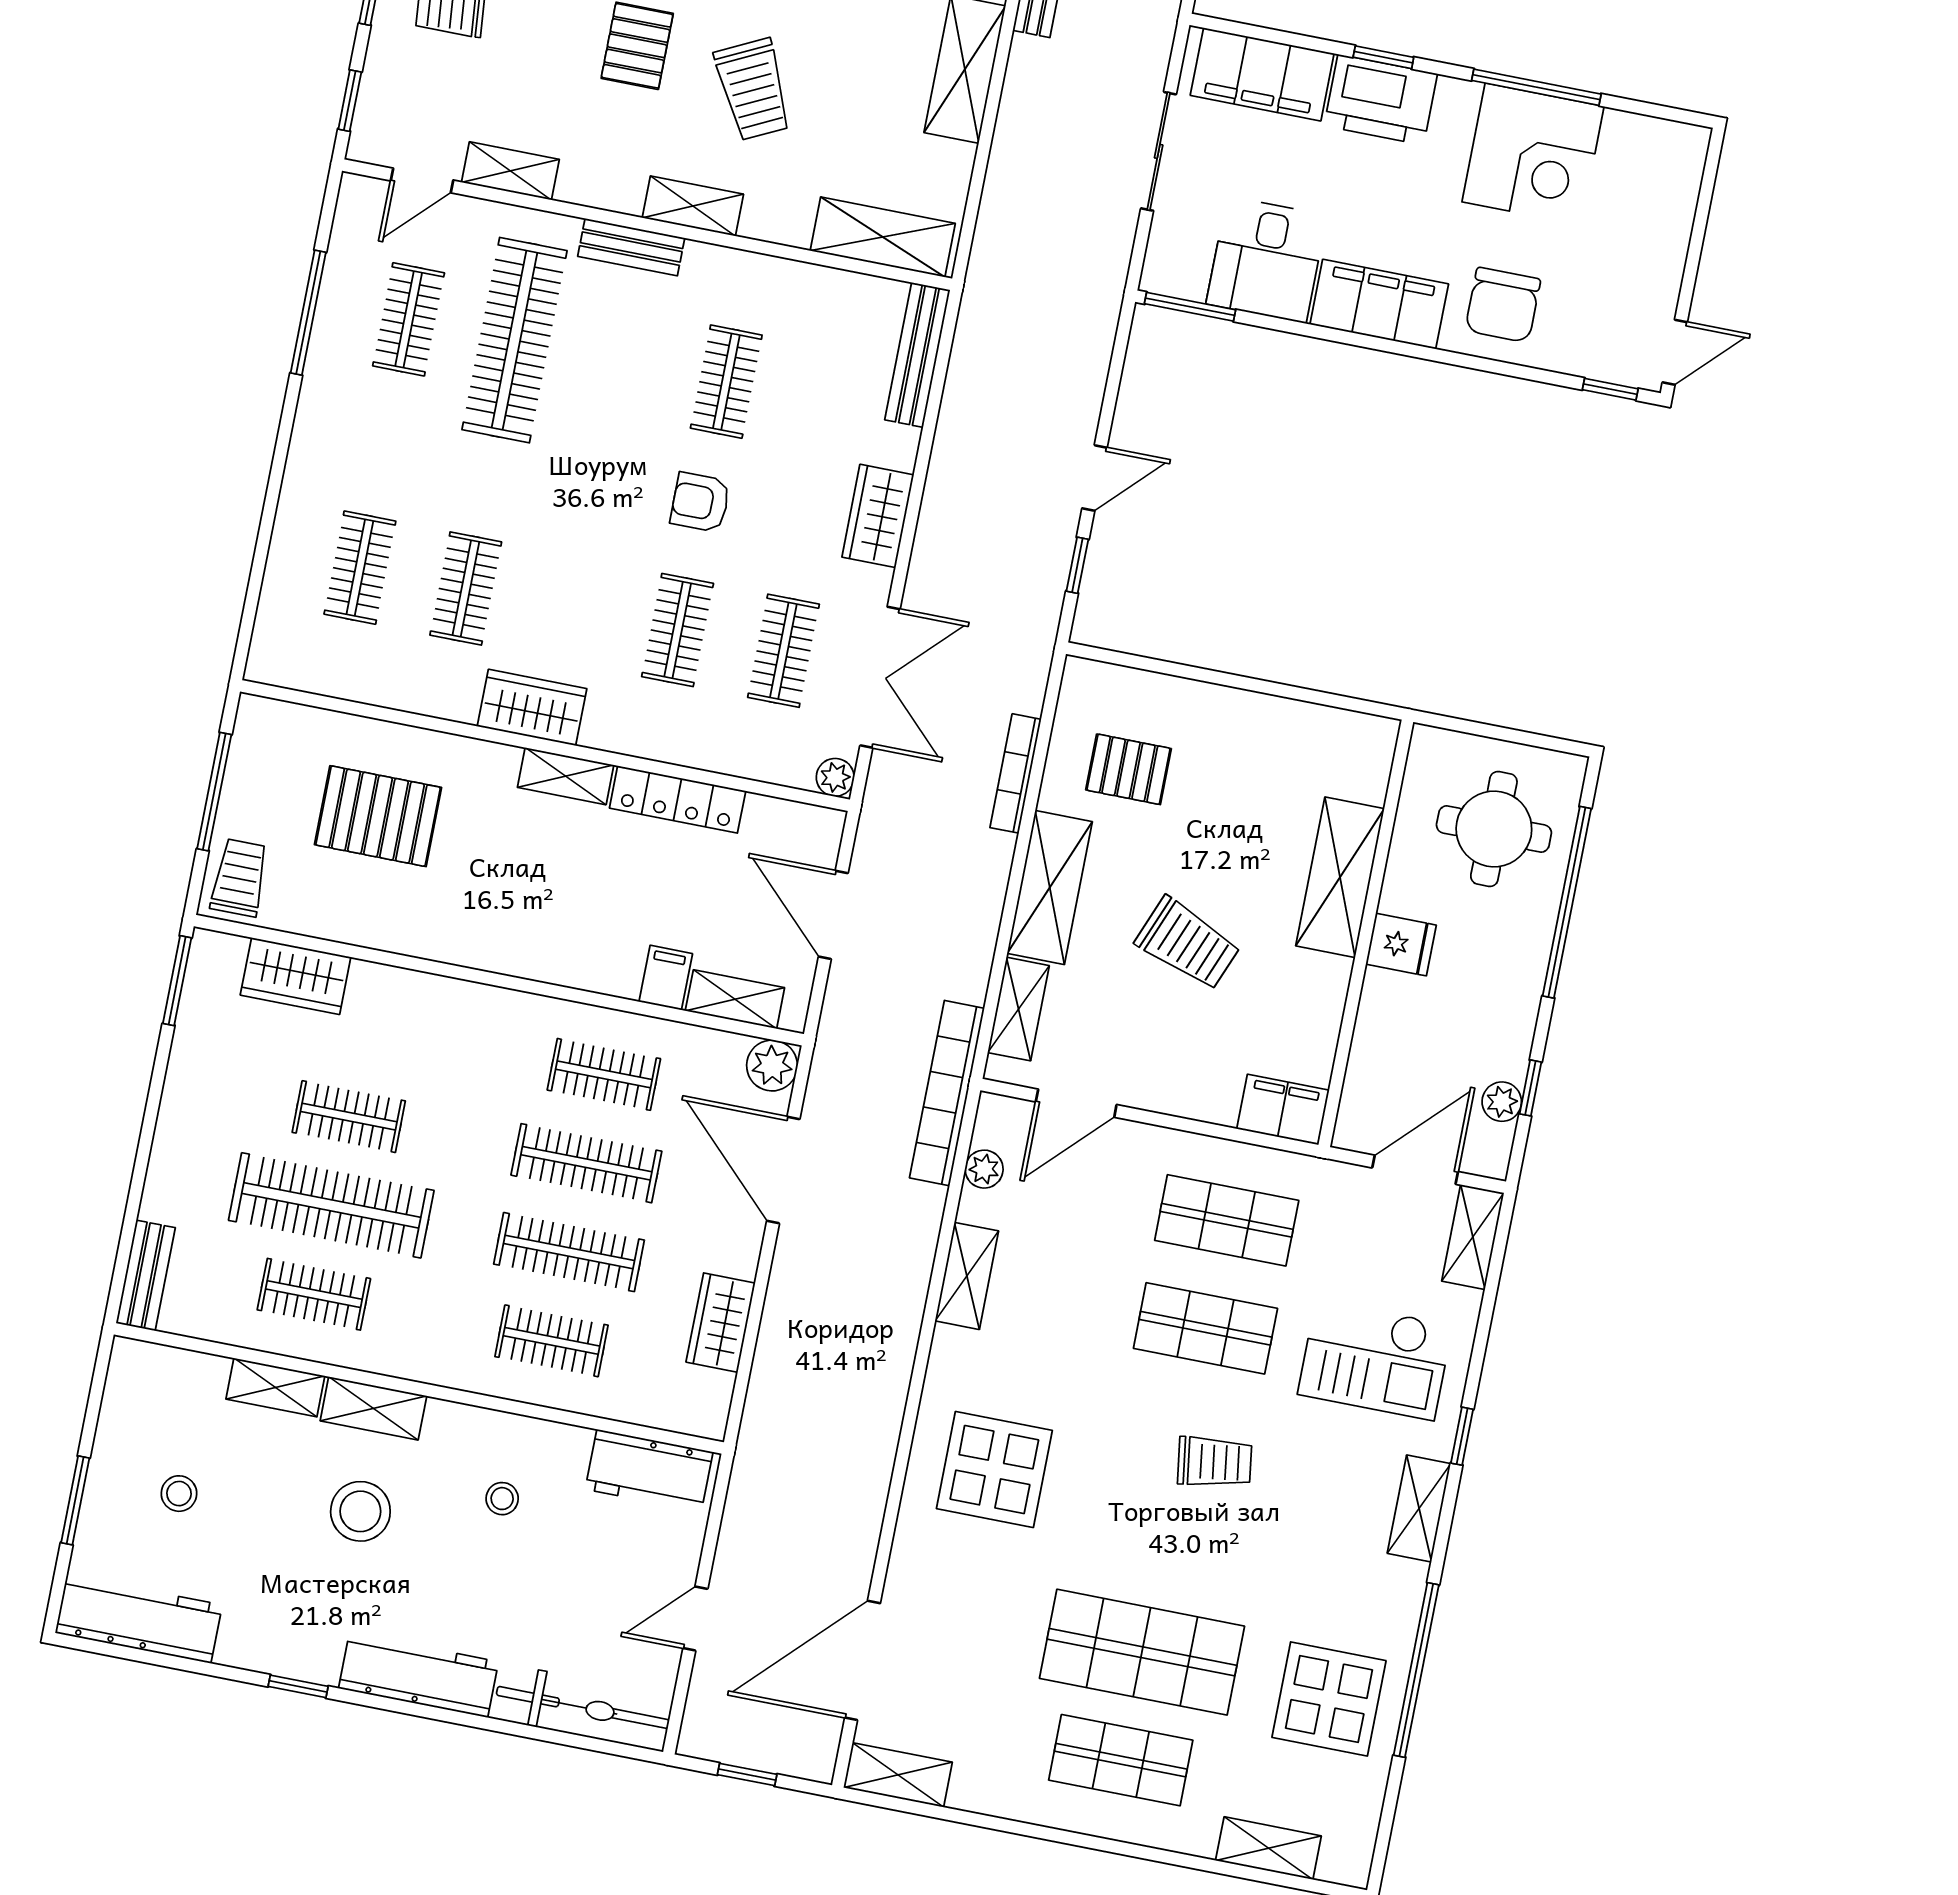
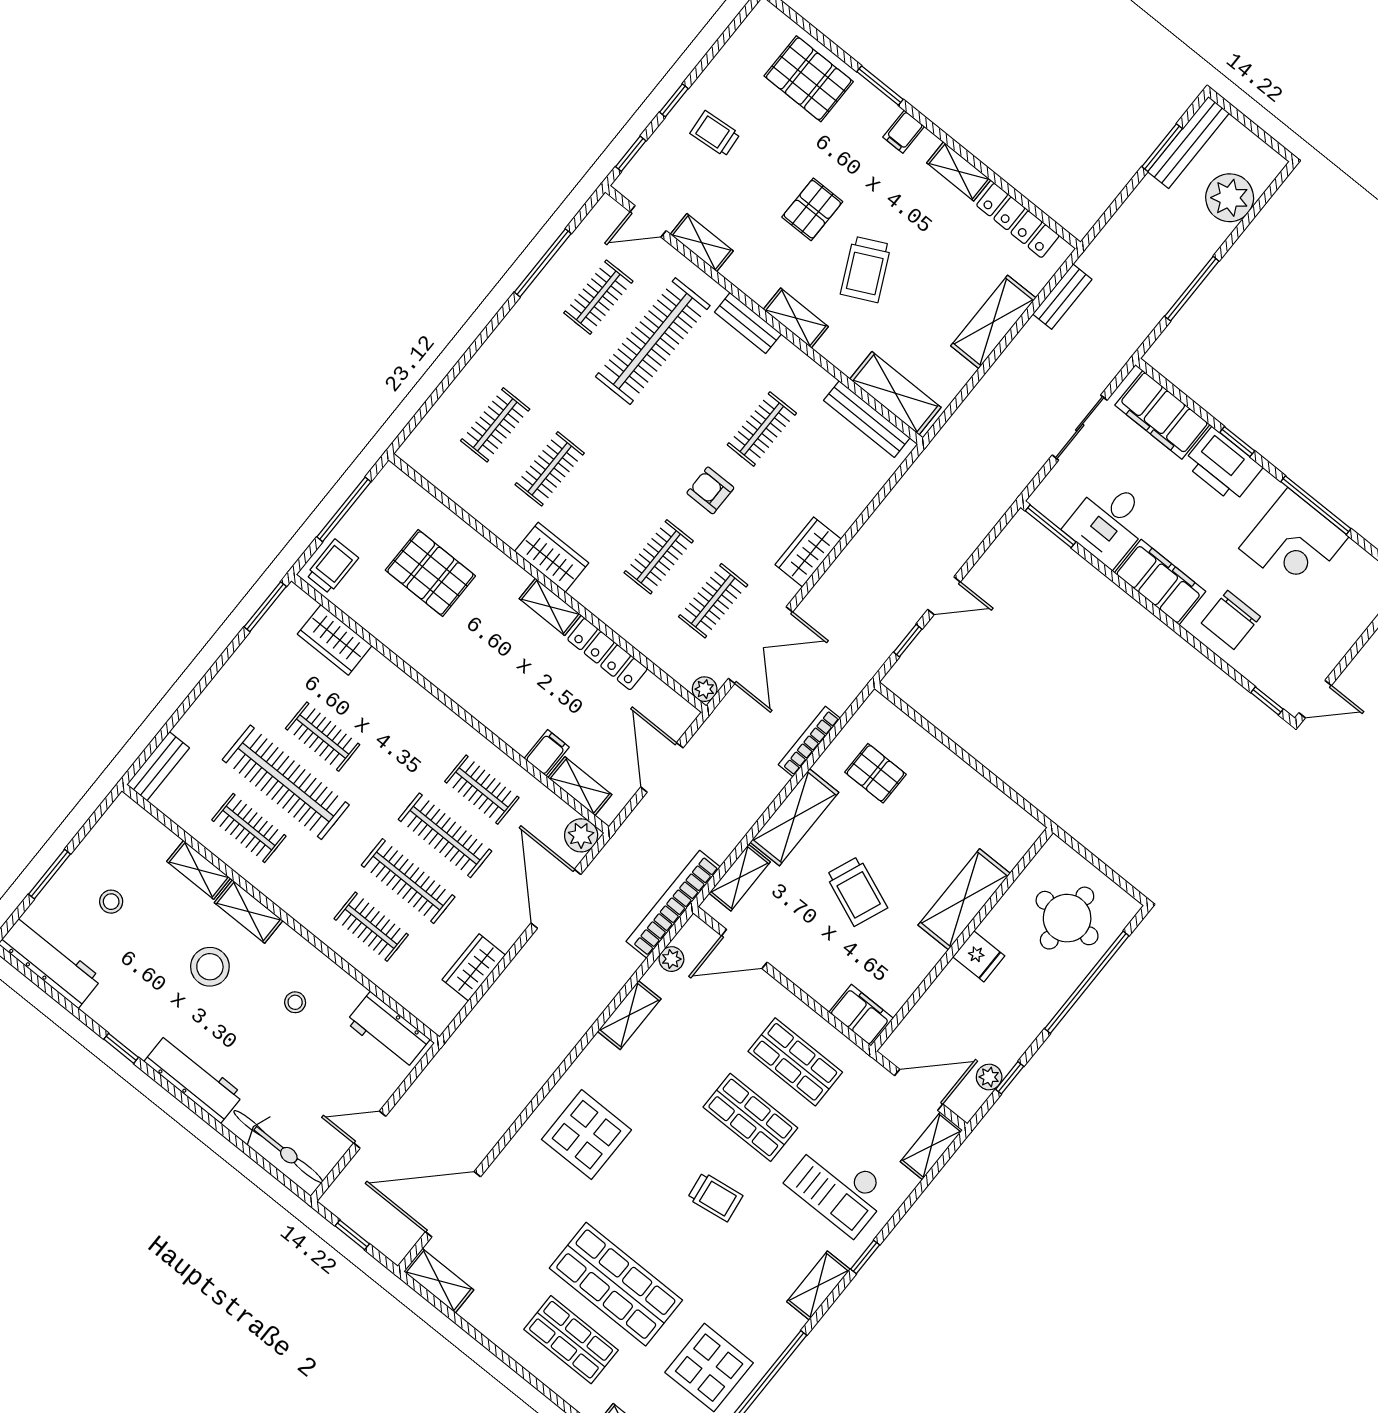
bench: (917, 355) -> (867, 419), moved, turned 90

